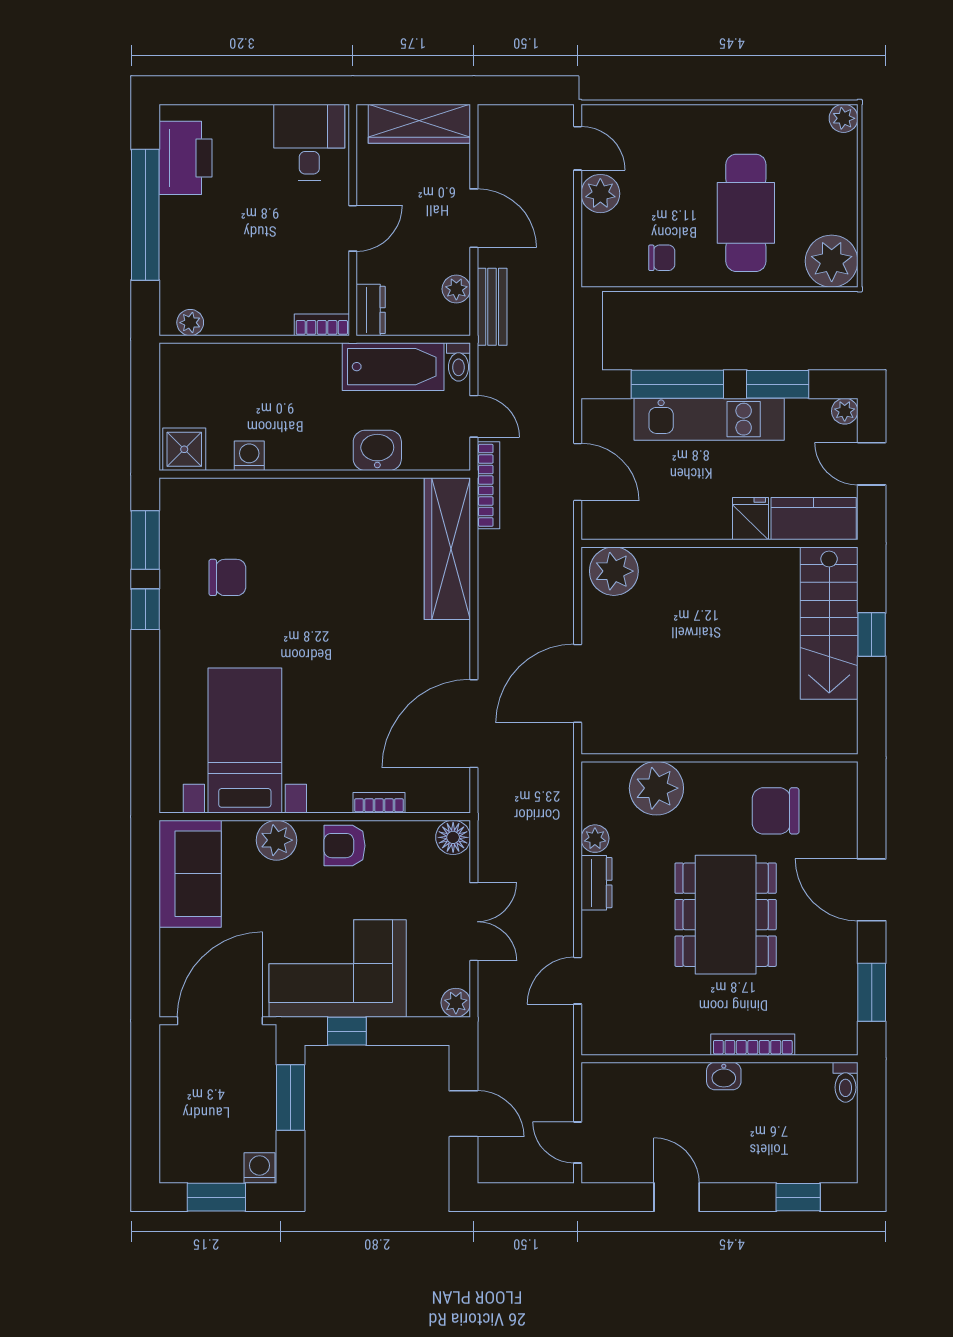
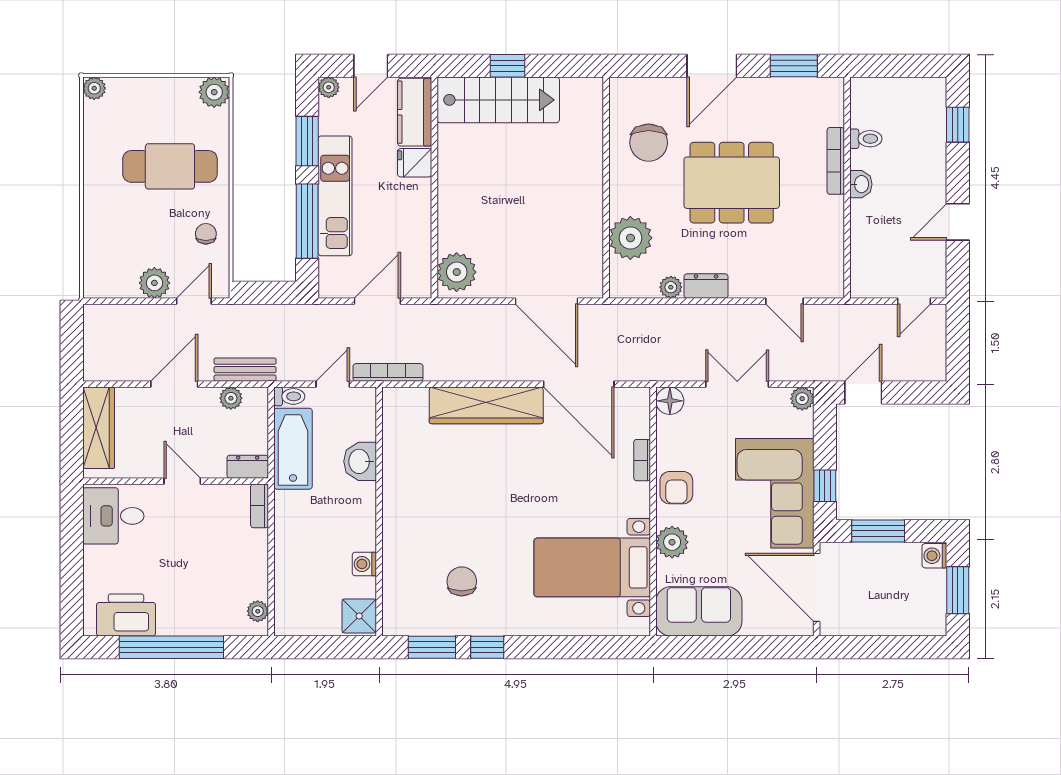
door: (578, 148) -> (194, 301), moved
plant: (832, 261) -> (214, 92), width x0.73, depth x0.73
wardrobe: (447, 549) -> (486, 405), moved
toilet: (846, 1082) -> (866, 139), moved
door: (463, 1114) -> (863, 392), moved

